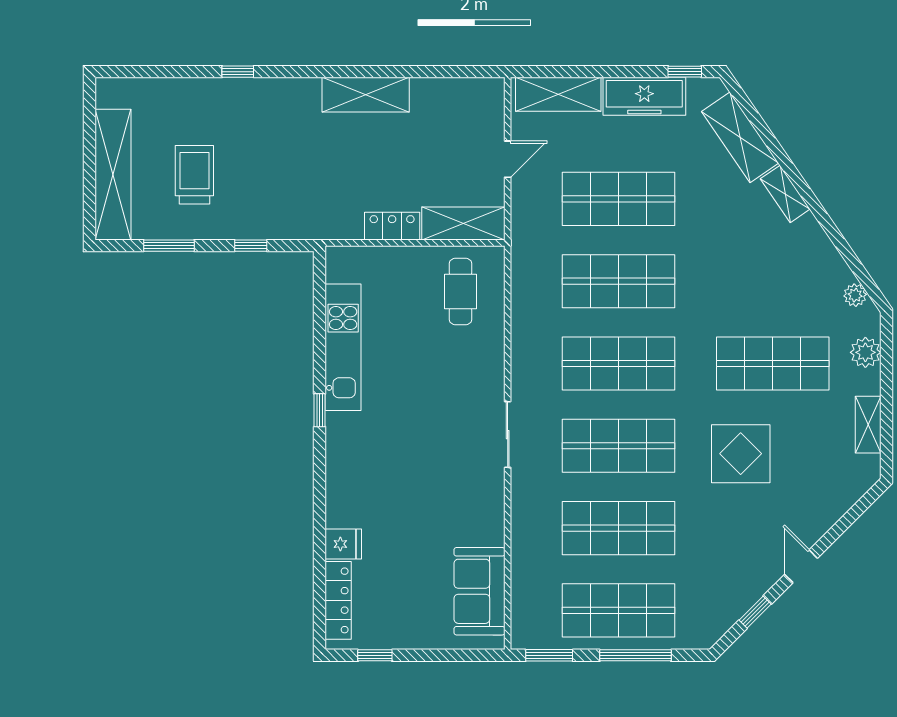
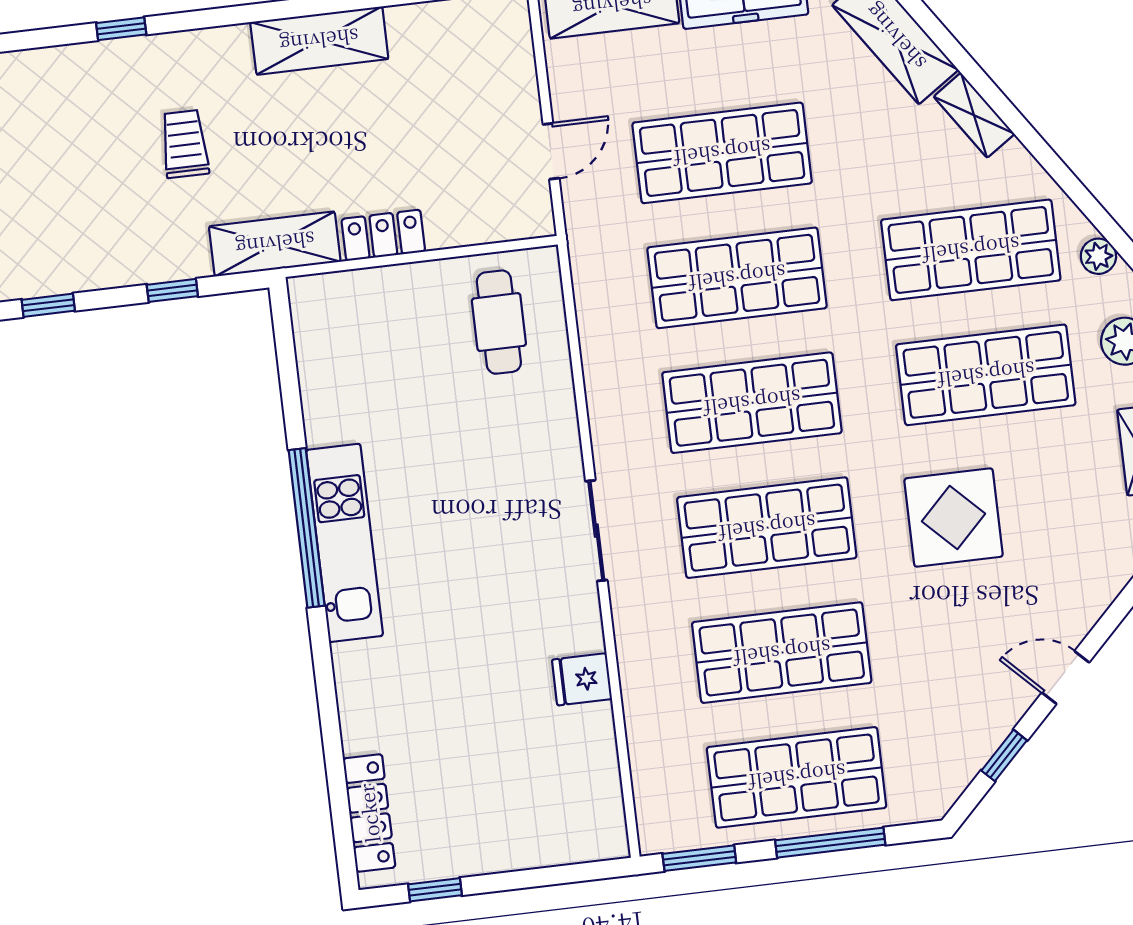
door: (508, 159) -> (551, 151), moved
trolley: (194, 175) -> (185, 144), moved, width x0.73, depth x0.72
shelving: (463, 223) -> (275, 244), moved
window: (169, 246) -> (48, 305), width x0.67
shop shelf: (773, 281) -> (971, 250), added
kitchen unit: (343, 347) -> (345, 543), moved
window: (320, 410) -> (307, 528), width x3.17
fridge: (343, 544) -> (582, 679), moved, turned 180
door: (801, 566) -> (1065, 677), hinge flipped
sofa: (479, 591) -> (582, 774), removed

